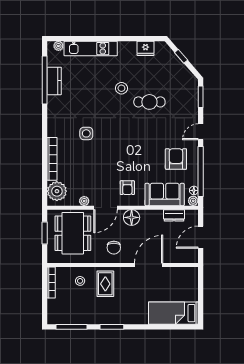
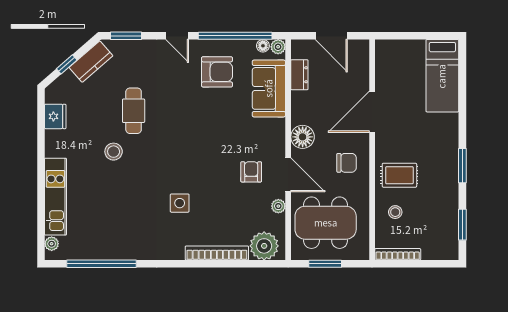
kitchen counter: (54, 81) -> (91, 62), moved, turned 139
armchair: (176, 159) -> (217, 72), turned 180
armchair: (127, 188) -> (251, 172), moved, turned -90
door: (149, 265) -> (372, 112), hinge flipped
window: (72, 327) -> (462, 225), width x0.69

